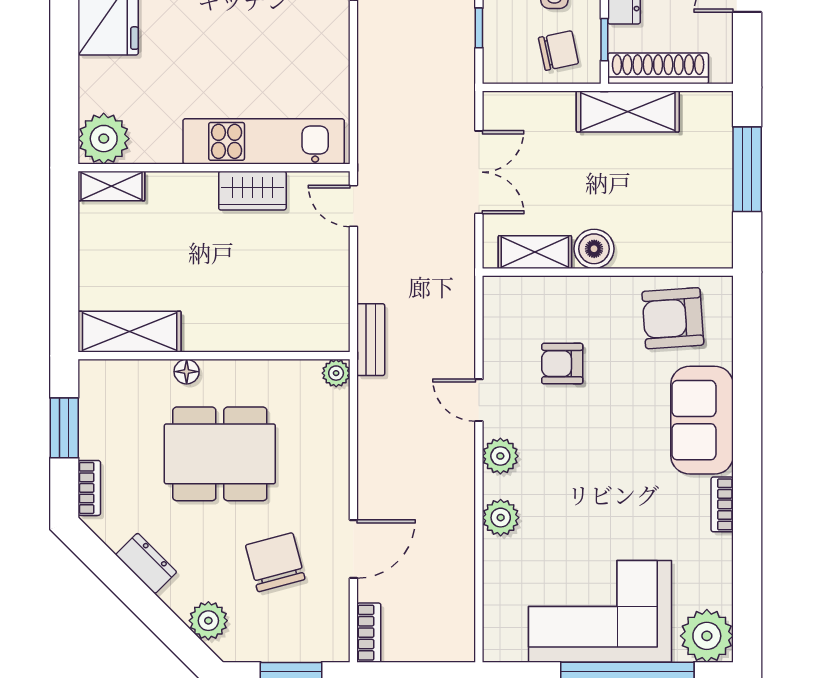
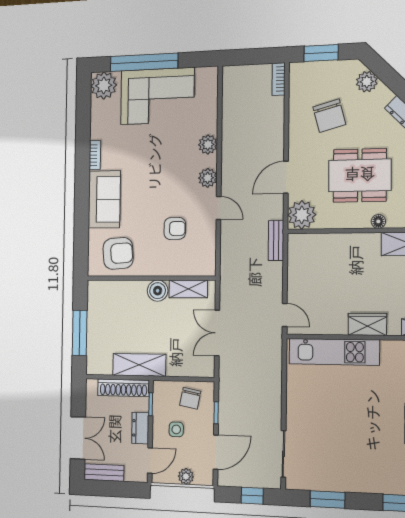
chair: (558, 51) -> (190, 398), moved, turned -67
wardrobe: (252, 191) -> (367, 324), moved
plant: (336, 373) -> (302, 215), width x1.88, depth x1.88
door: (353, 549) -> (286, 177), moved

